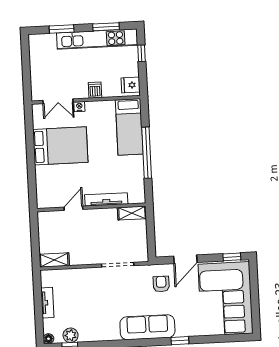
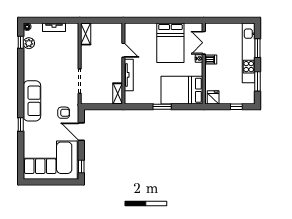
kitchen unit: (97, 39) -> (249, 53), moved
dishwasher: (95, 90) -> (211, 60), moved
bed: (129, 127) -> (182, 90), width x1.50
window: (147, 153) -> (162, 107), width x0.47

